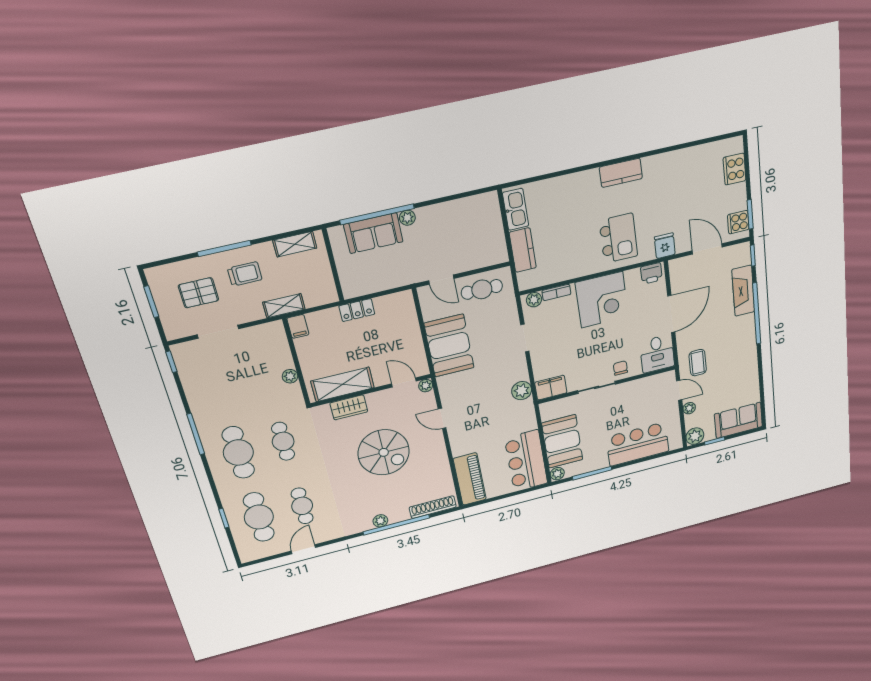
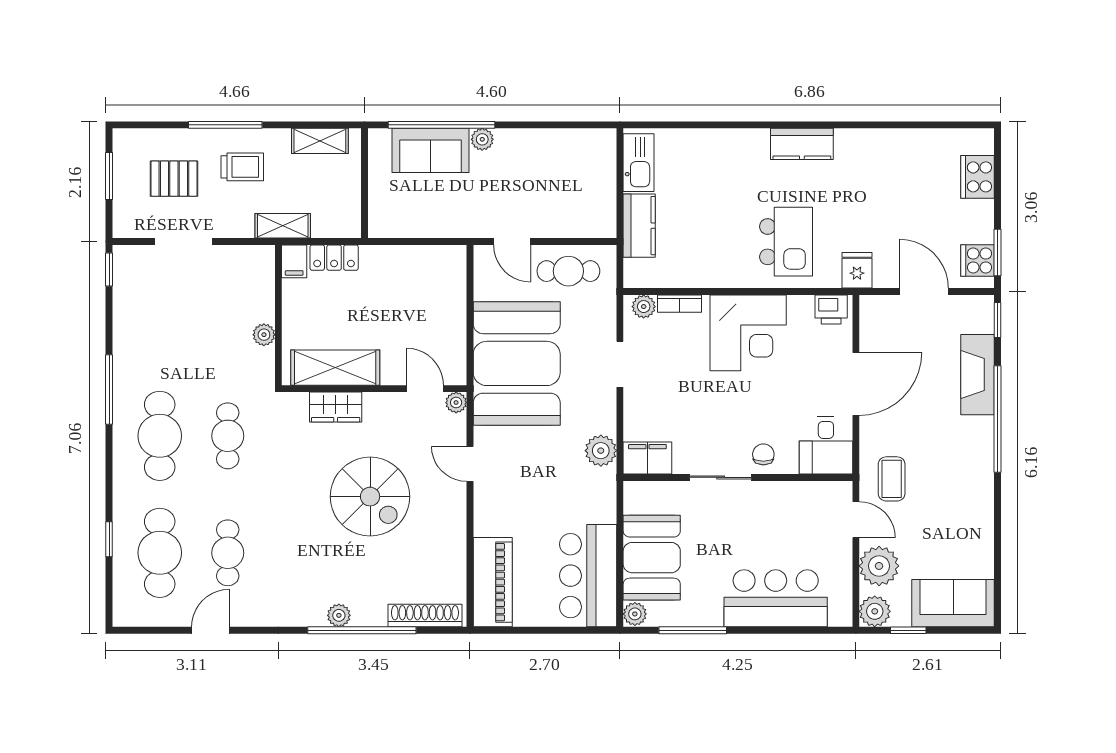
locker: (357, 310) -> (334, 258), moved
booth: (449, 346) -> (517, 363), width x1.36, depth x1.42
plant: (689, 408) -> (879, 566), width x1.88, depth x1.88

